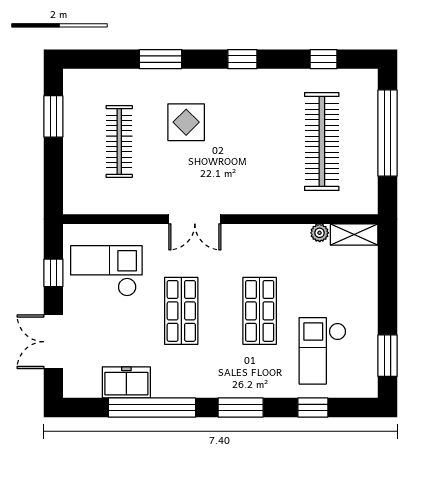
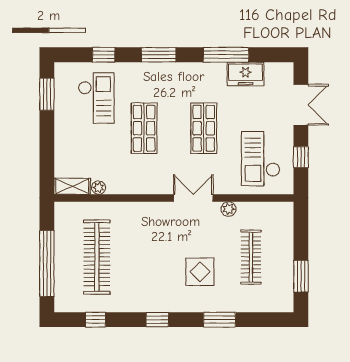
plant: (149, 205) -> (229, 209), added
checkout: (106, 271) -> (261, 159), turned 90
window: (152, 408) -> (226, 55), width x0.68

